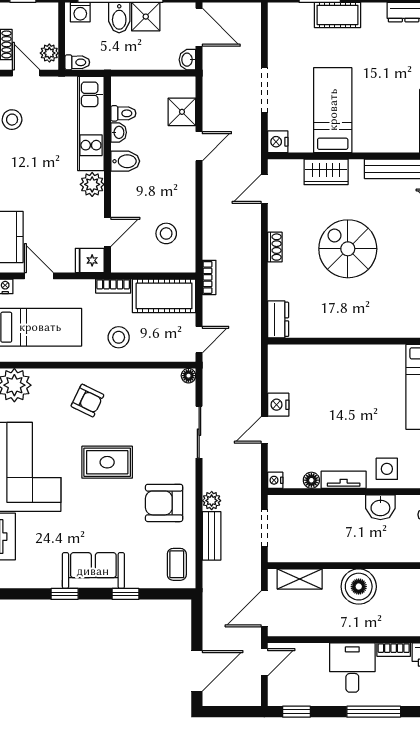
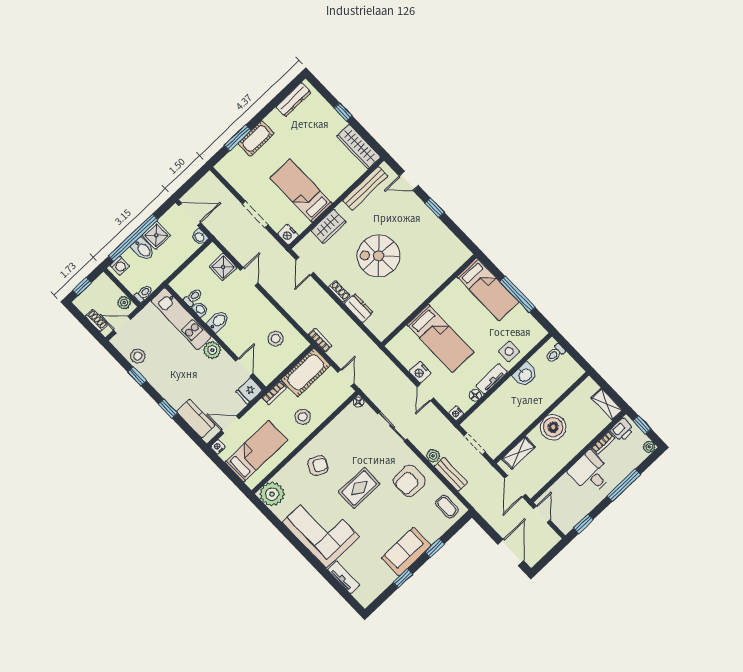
dresser: (278, 319) -> (359, 308), moved
bed: (331, 390) -> (440, 338), added

